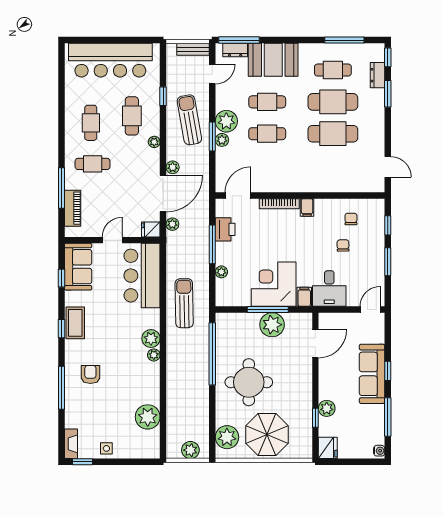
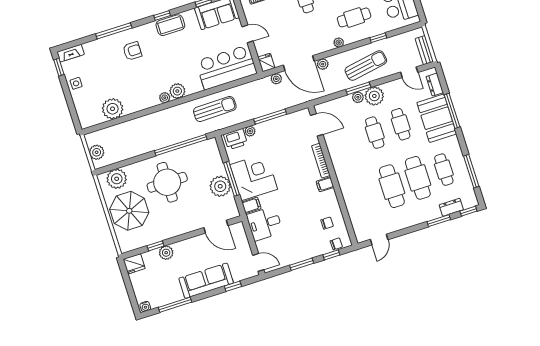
window: (239, 40) -> (452, 111), moved
printer: (225, 229) -> (236, 139), moved
chair: (343, 245) -> (336, 244), moved
window: (388, 371) -> (233, 286), moved

